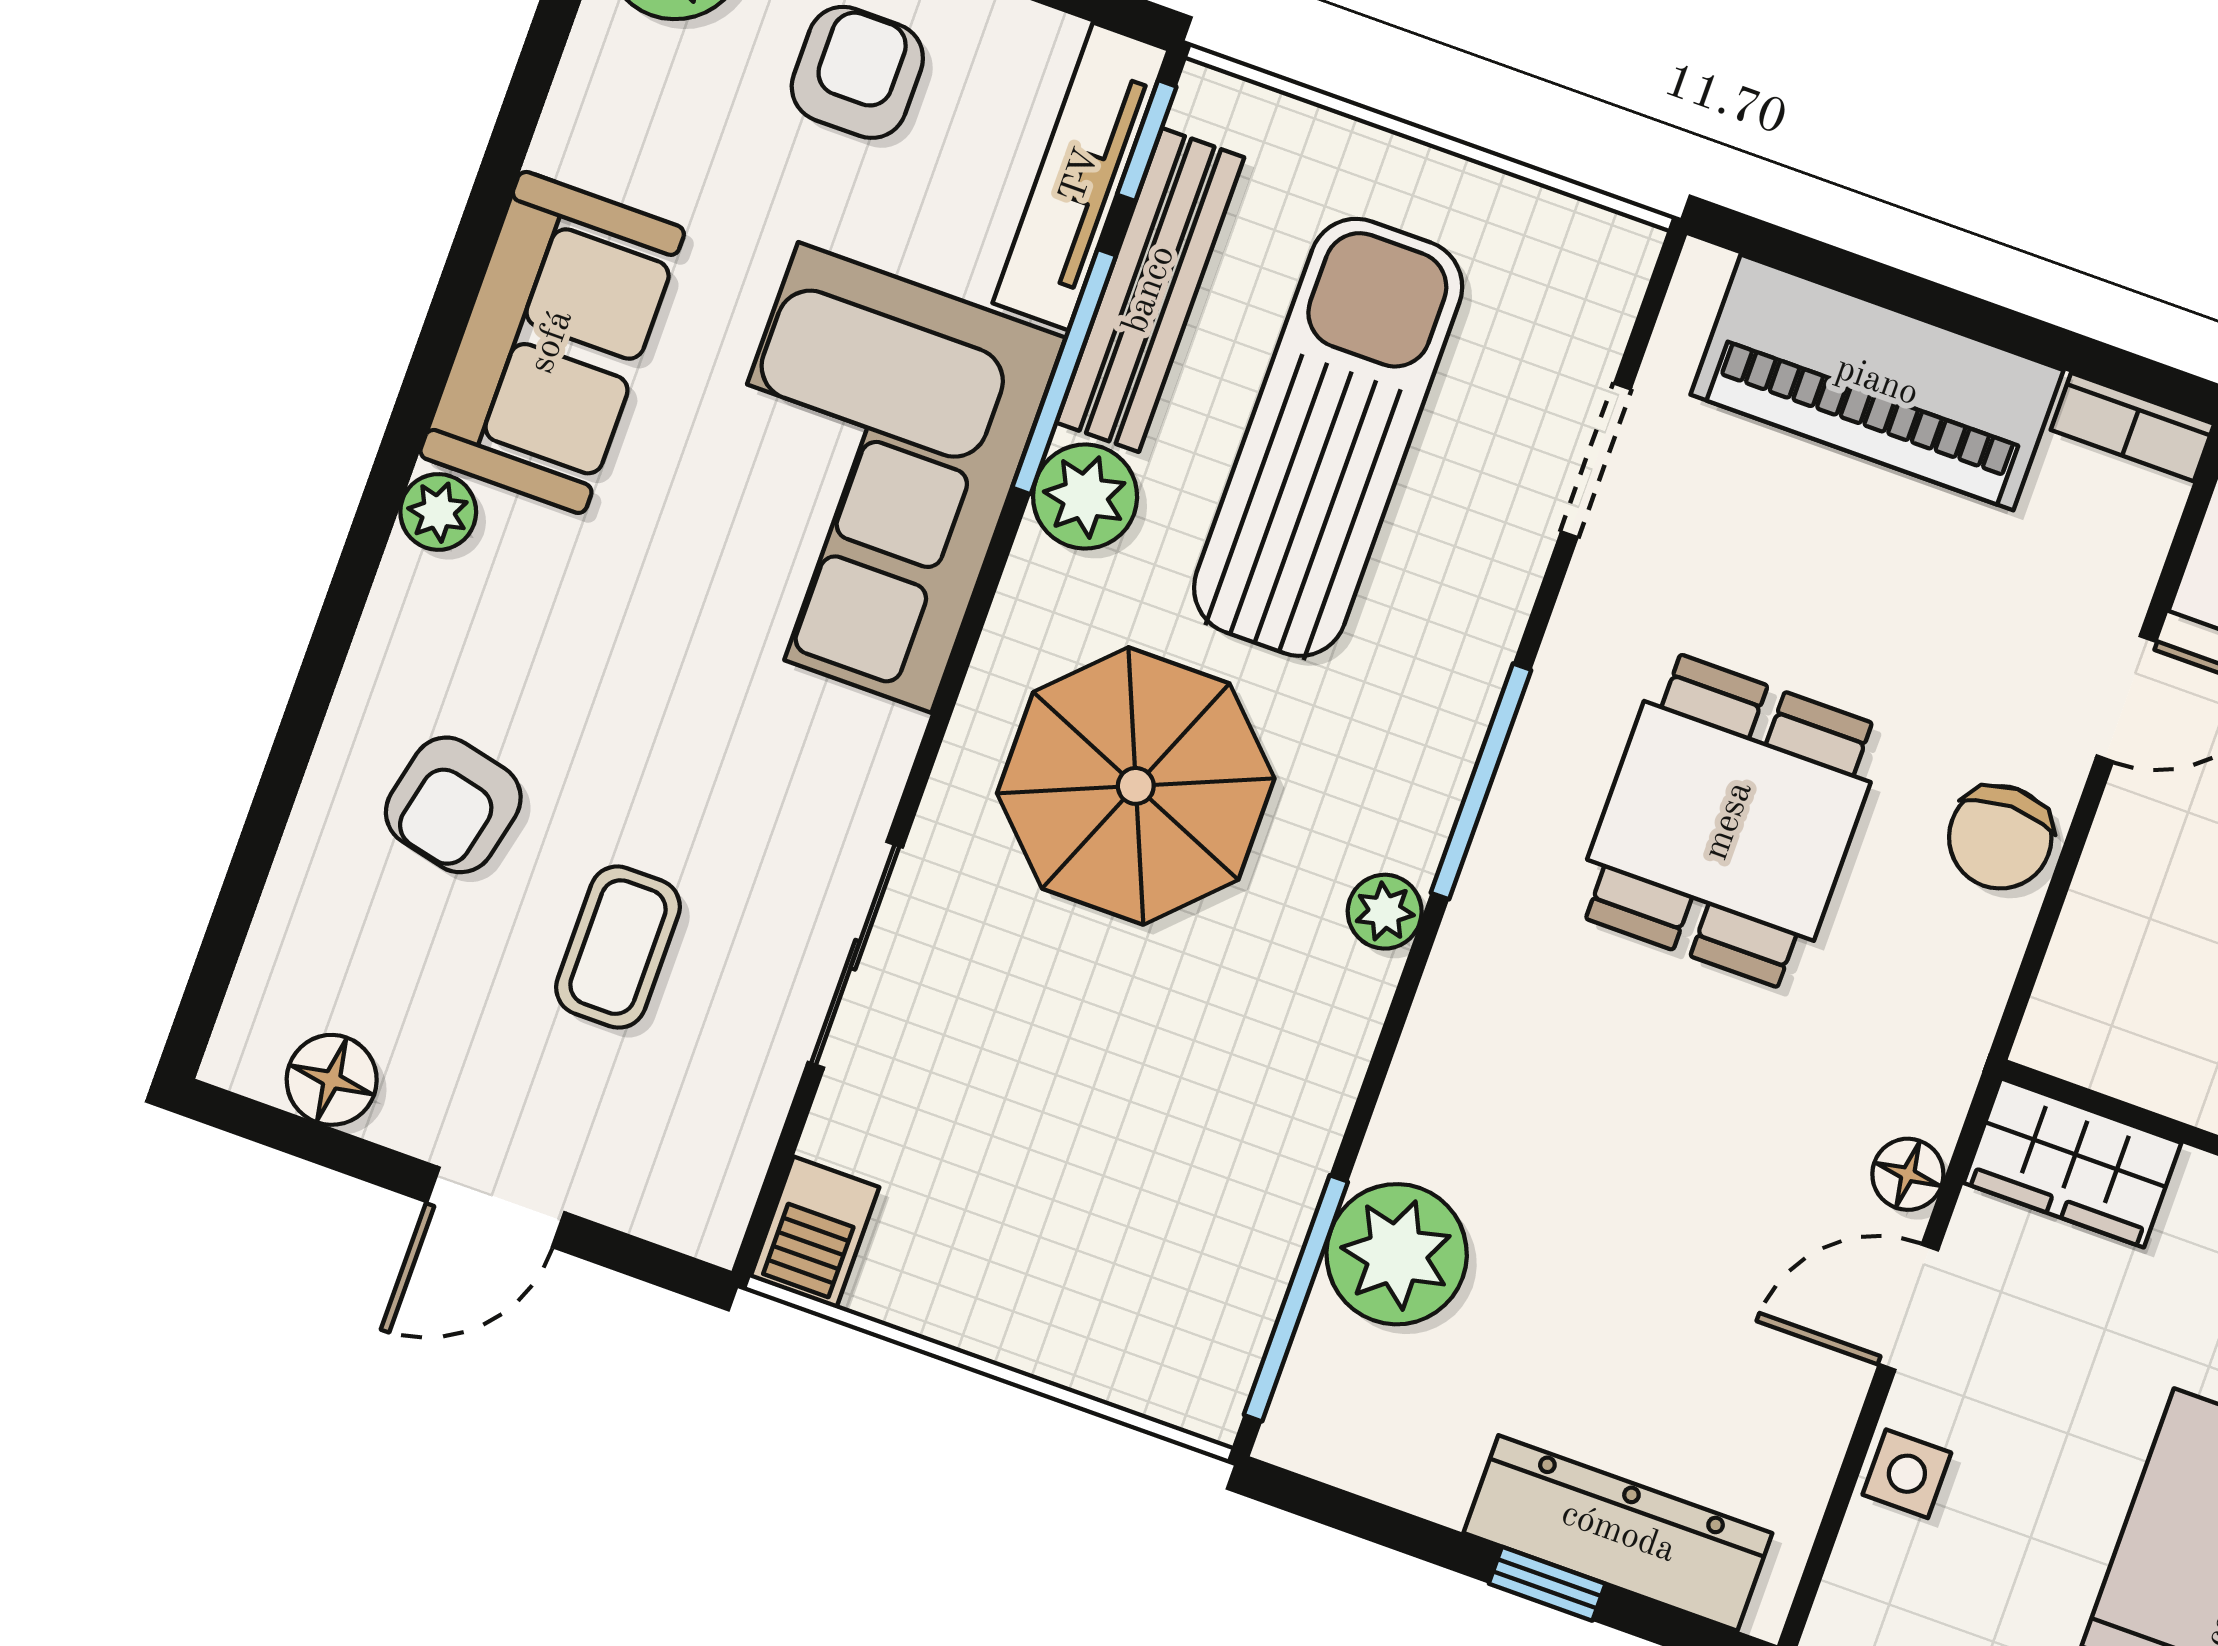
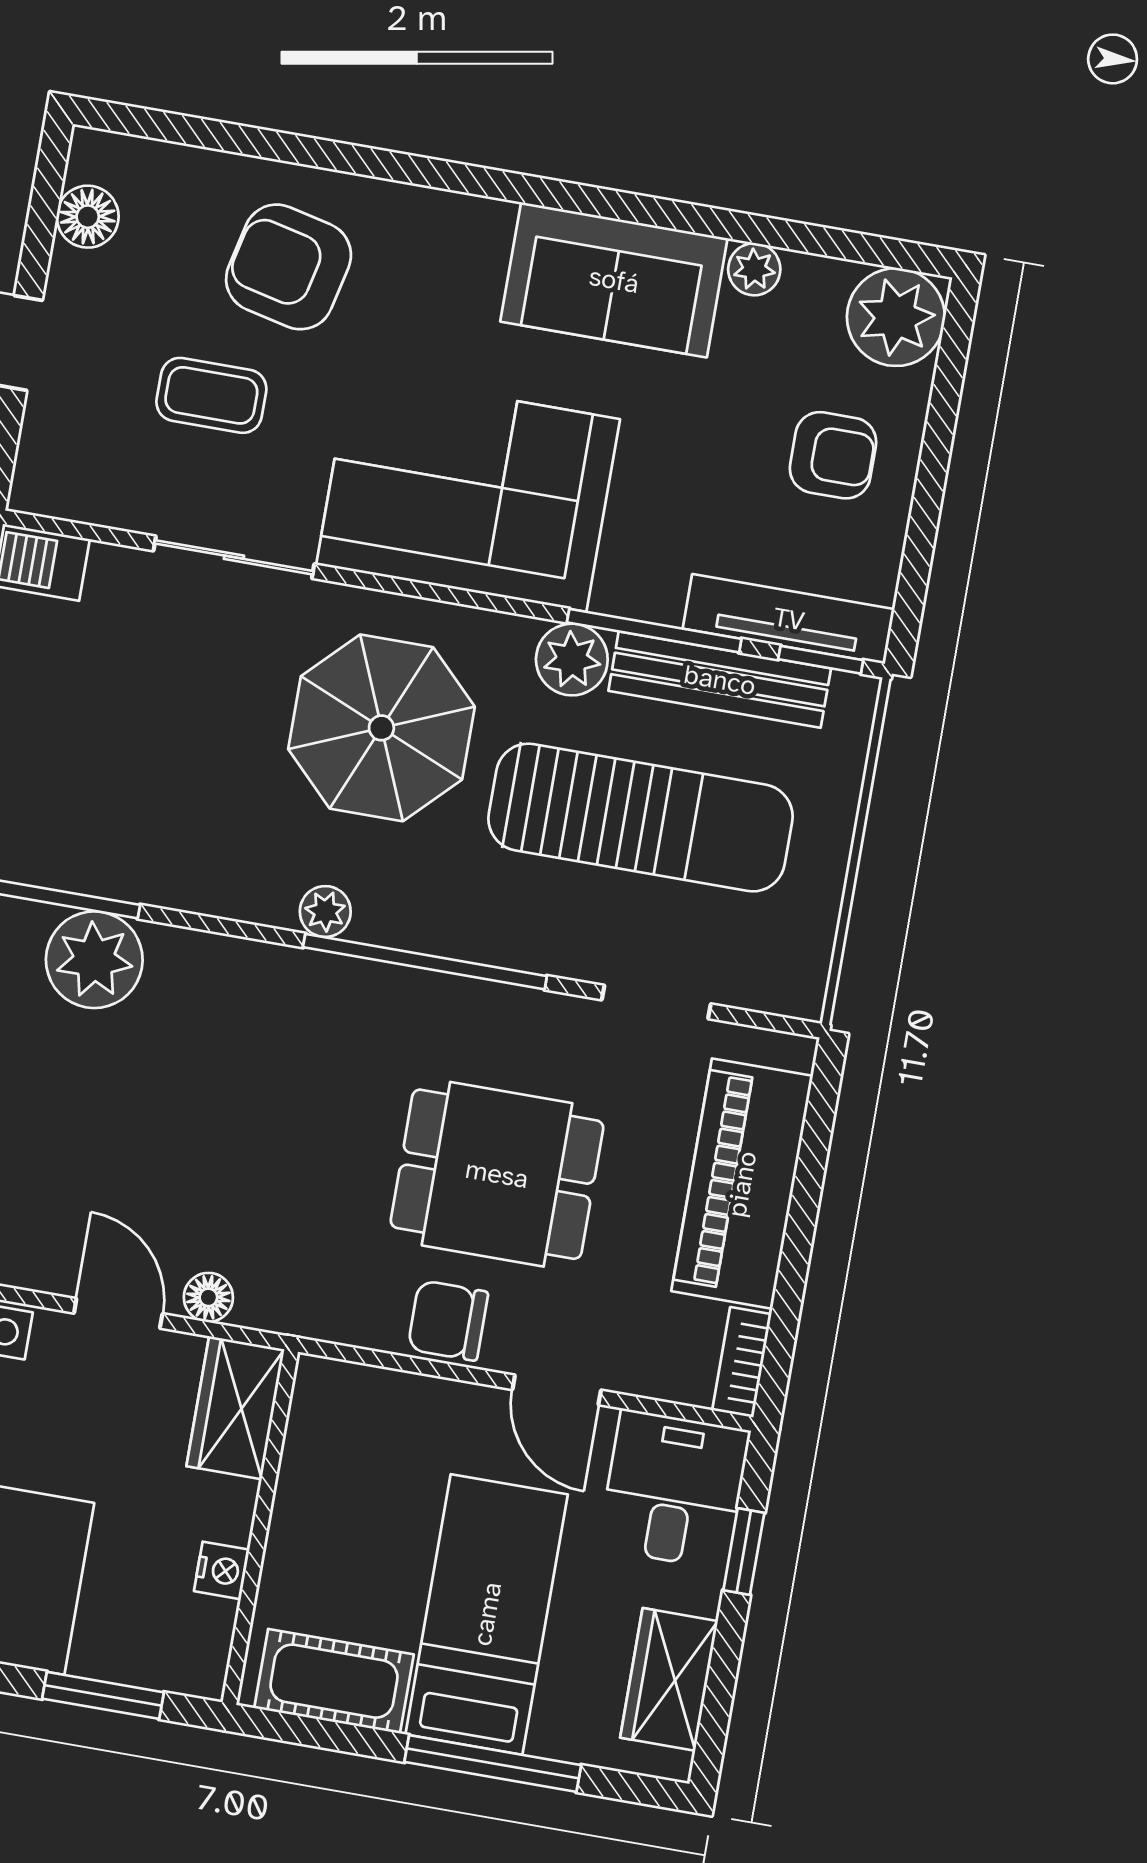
corner sofa: (865, 477) -> (468, 492), moved
plant: (438, 512) -> (754, 269), moved
window: (1481, 781) -> (425, 962), width x1.46
armchair: (453, 805) -> (289, 267), width x1.38, depth x1.38
dining table: (1729, 821) -> (497, 1174), moved

